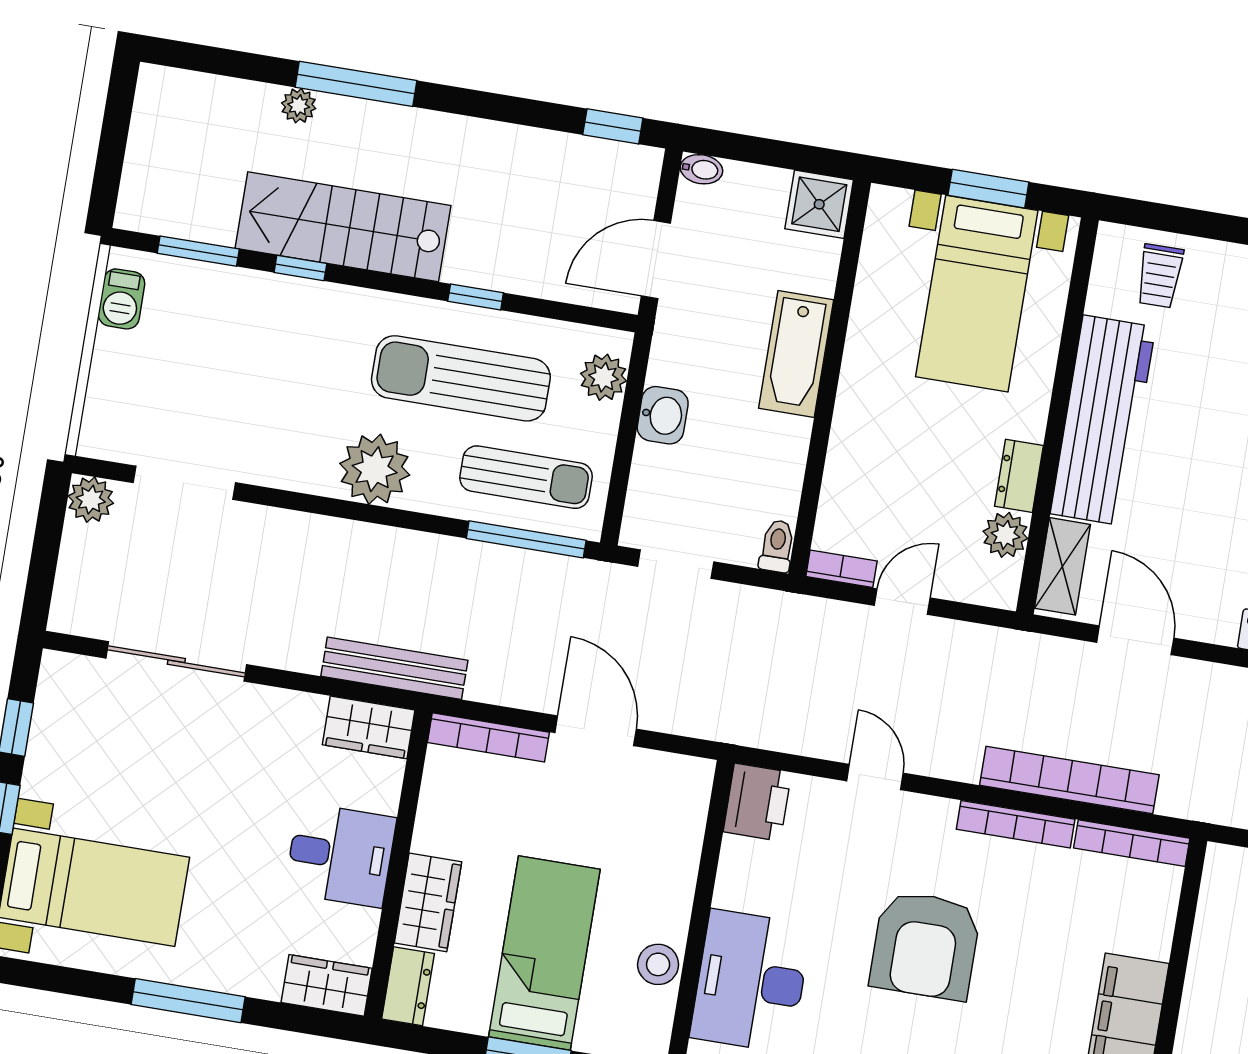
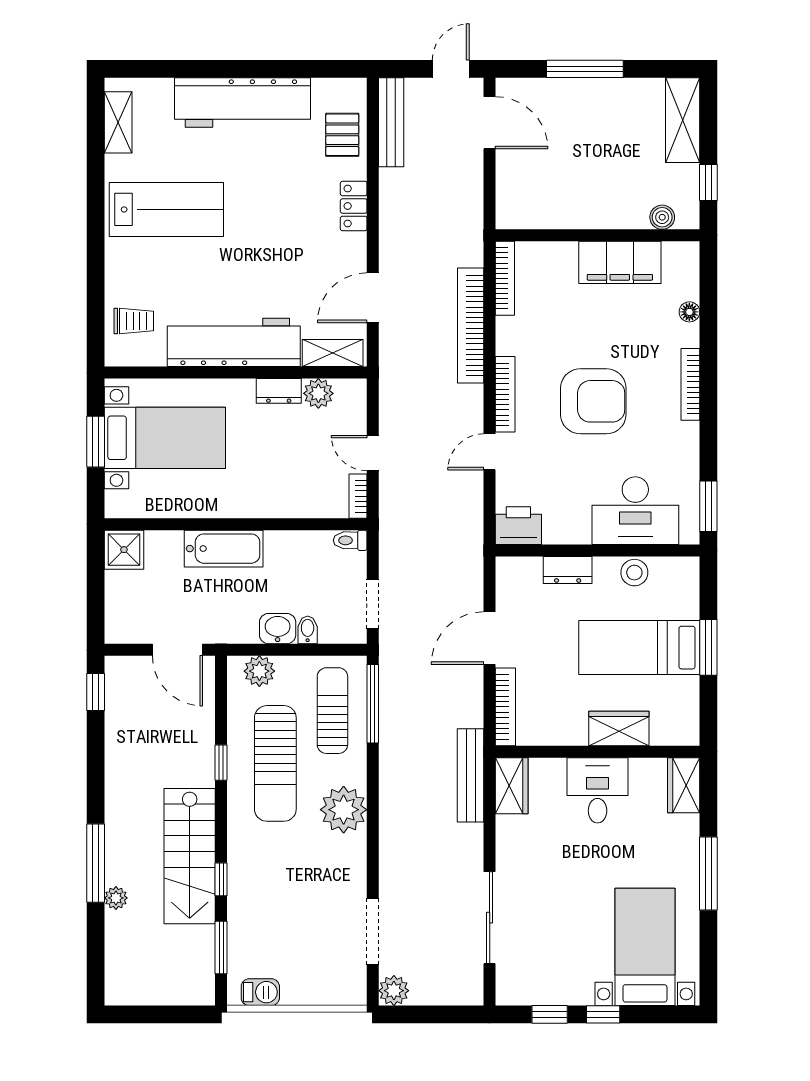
bidet: (701, 169) -> (308, 630), moved
bookcase: (1016, 824) -> (505, 394), moved
dresser: (408, 986) -> (568, 570), moved, turned 180

